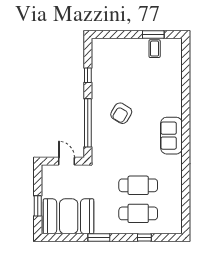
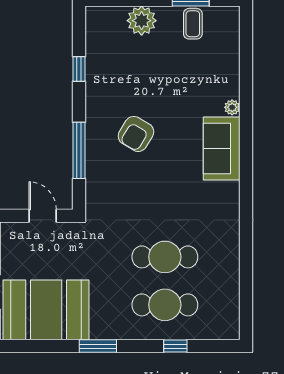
plant: (125, 47) -> (142, 21), added
plant: (178, 98) -> (232, 107), added
window: (88, 123) -> (79, 150), width x0.68
sofa: (171, 136) -> (222, 149), moved

